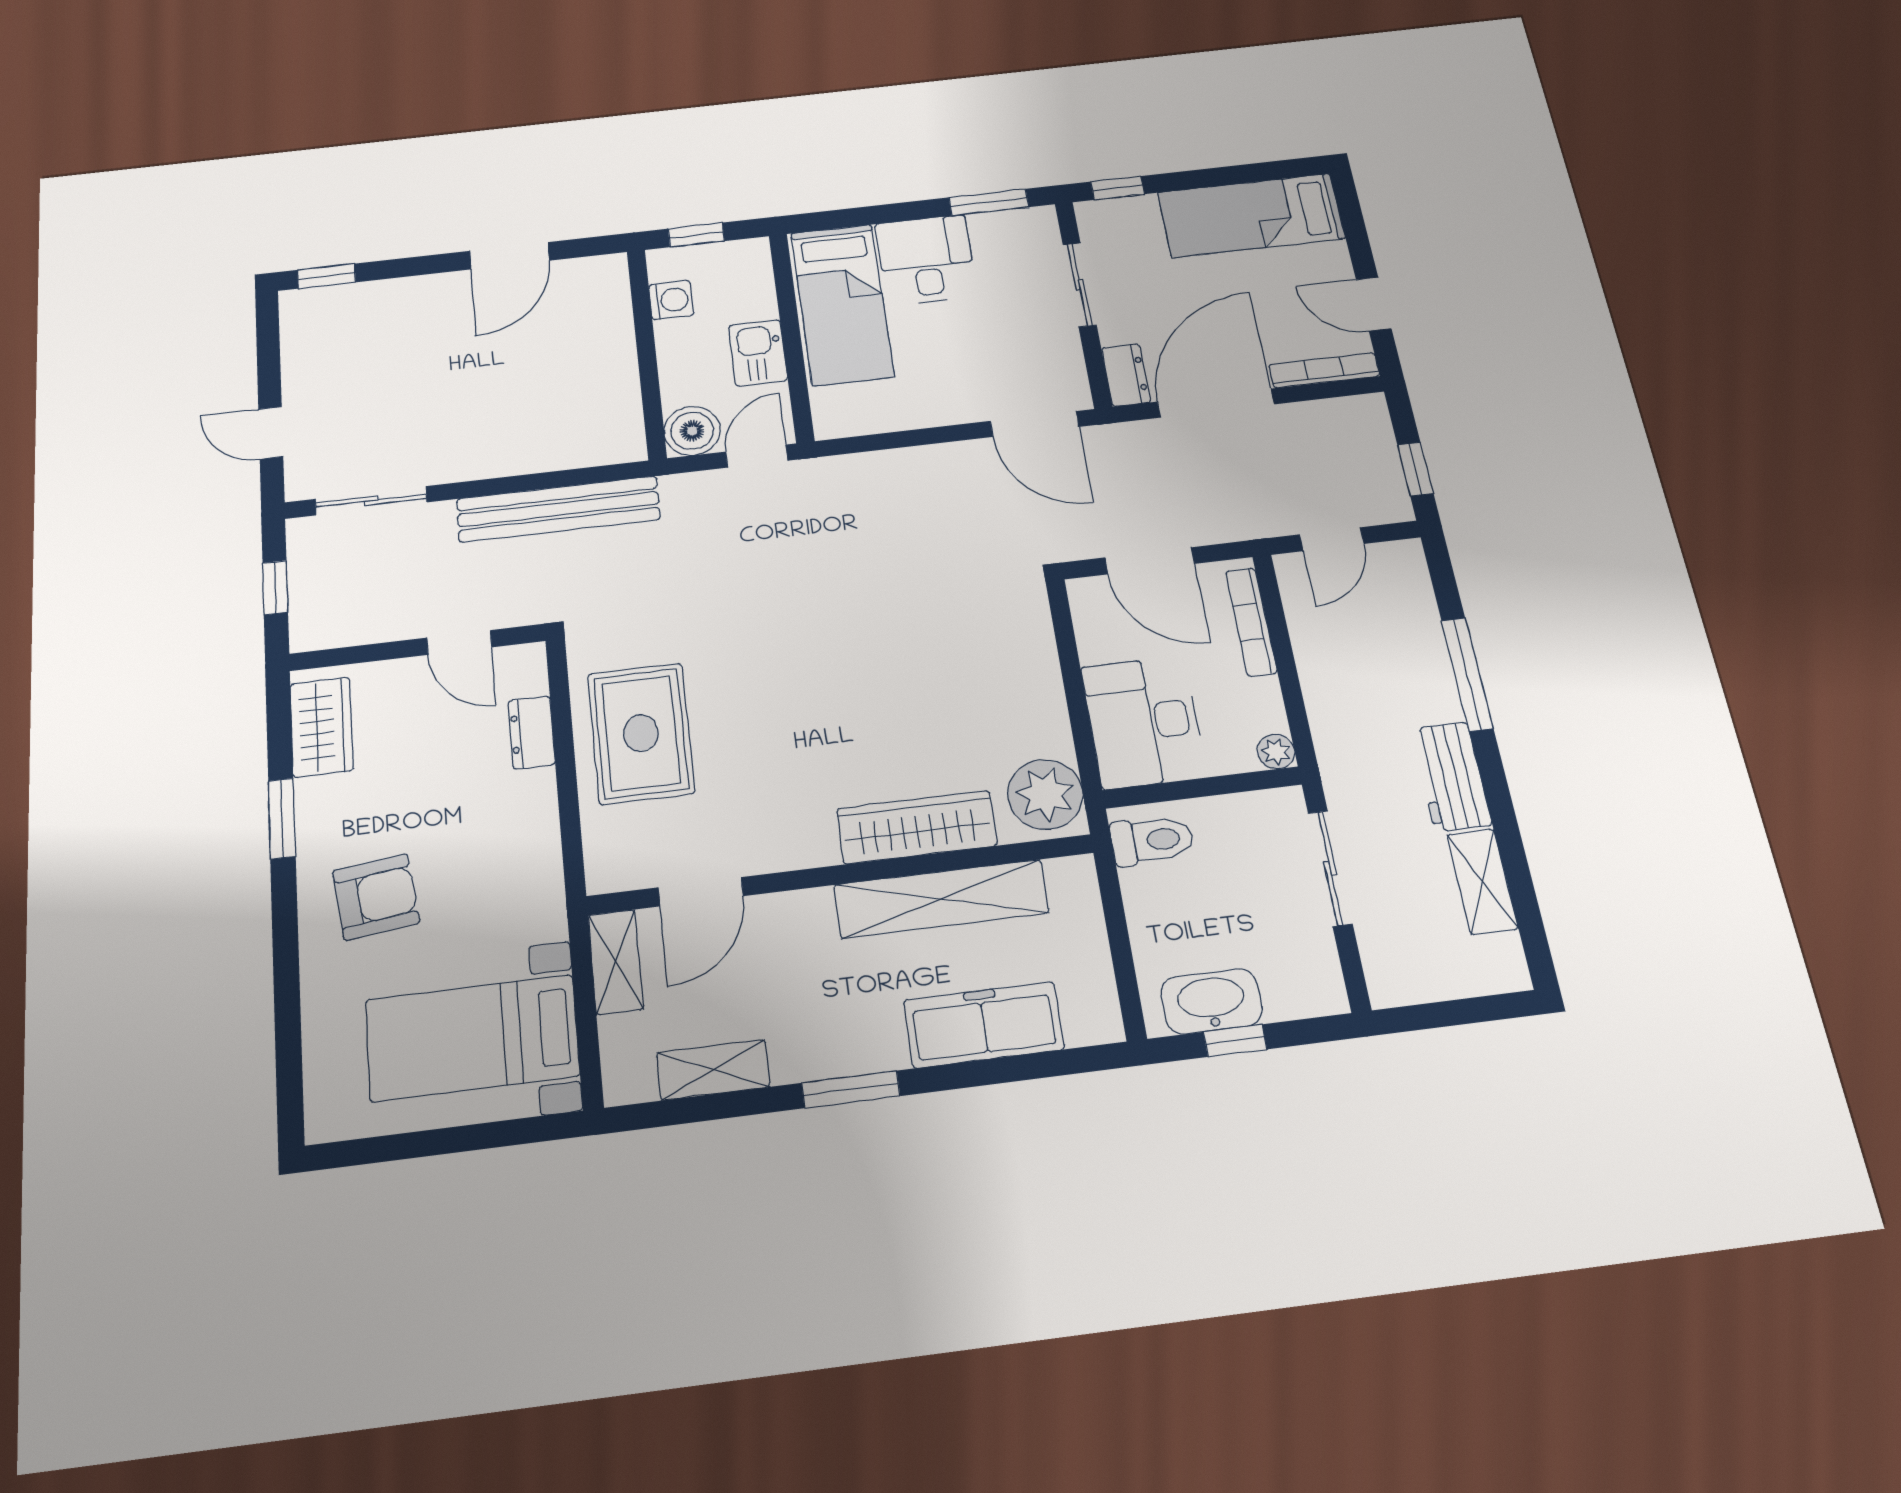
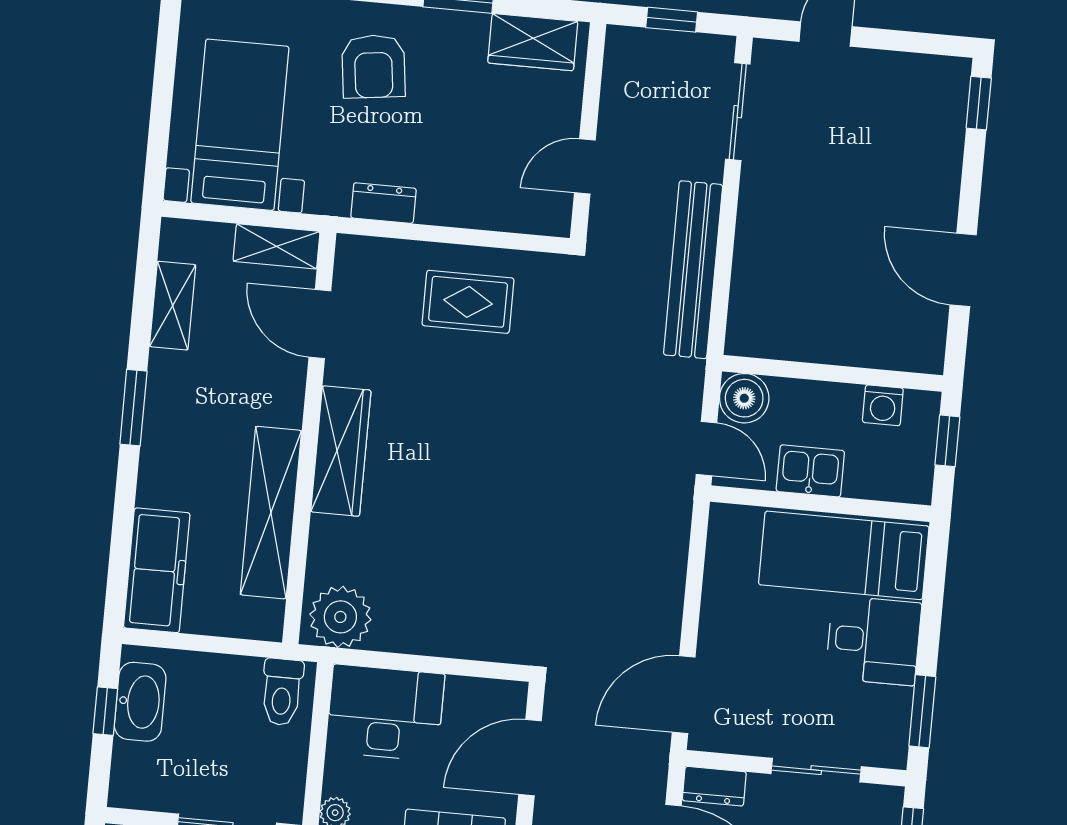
dresser: (532, 733) -> (383, 203), moved
rug: (641, 733) -> (468, 302), width x0.73, depth x0.70
wardrobe: (917, 827) -> (341, 451), moved
freezer: (984, 1025) -> (157, 570), moved

